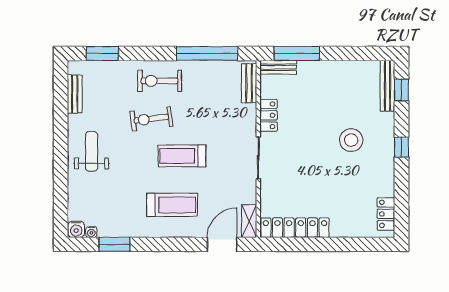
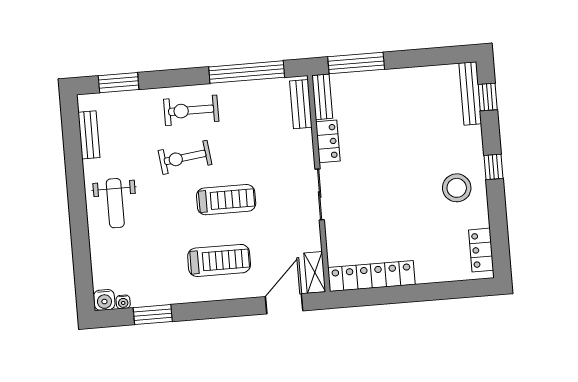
bench: (278, 67) -> (322, 97), moved, turned 90
stool: (351, 140) -> (457, 188), moved
weight bench: (92, 151) -> (115, 203), turned 180
treadmill: (182, 156) -> (226, 200), turned 180

